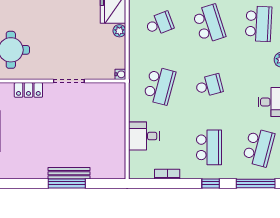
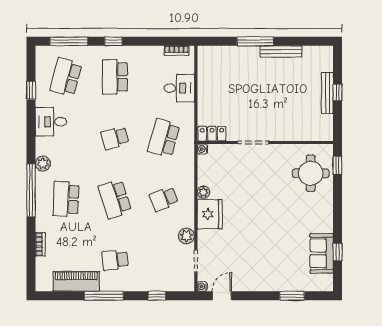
locker: (28, 90) -> (212, 134), moved
bench: (69, 173) -> (281, 51), moved
bookcase: (167, 174) -> (177, 51), moved

